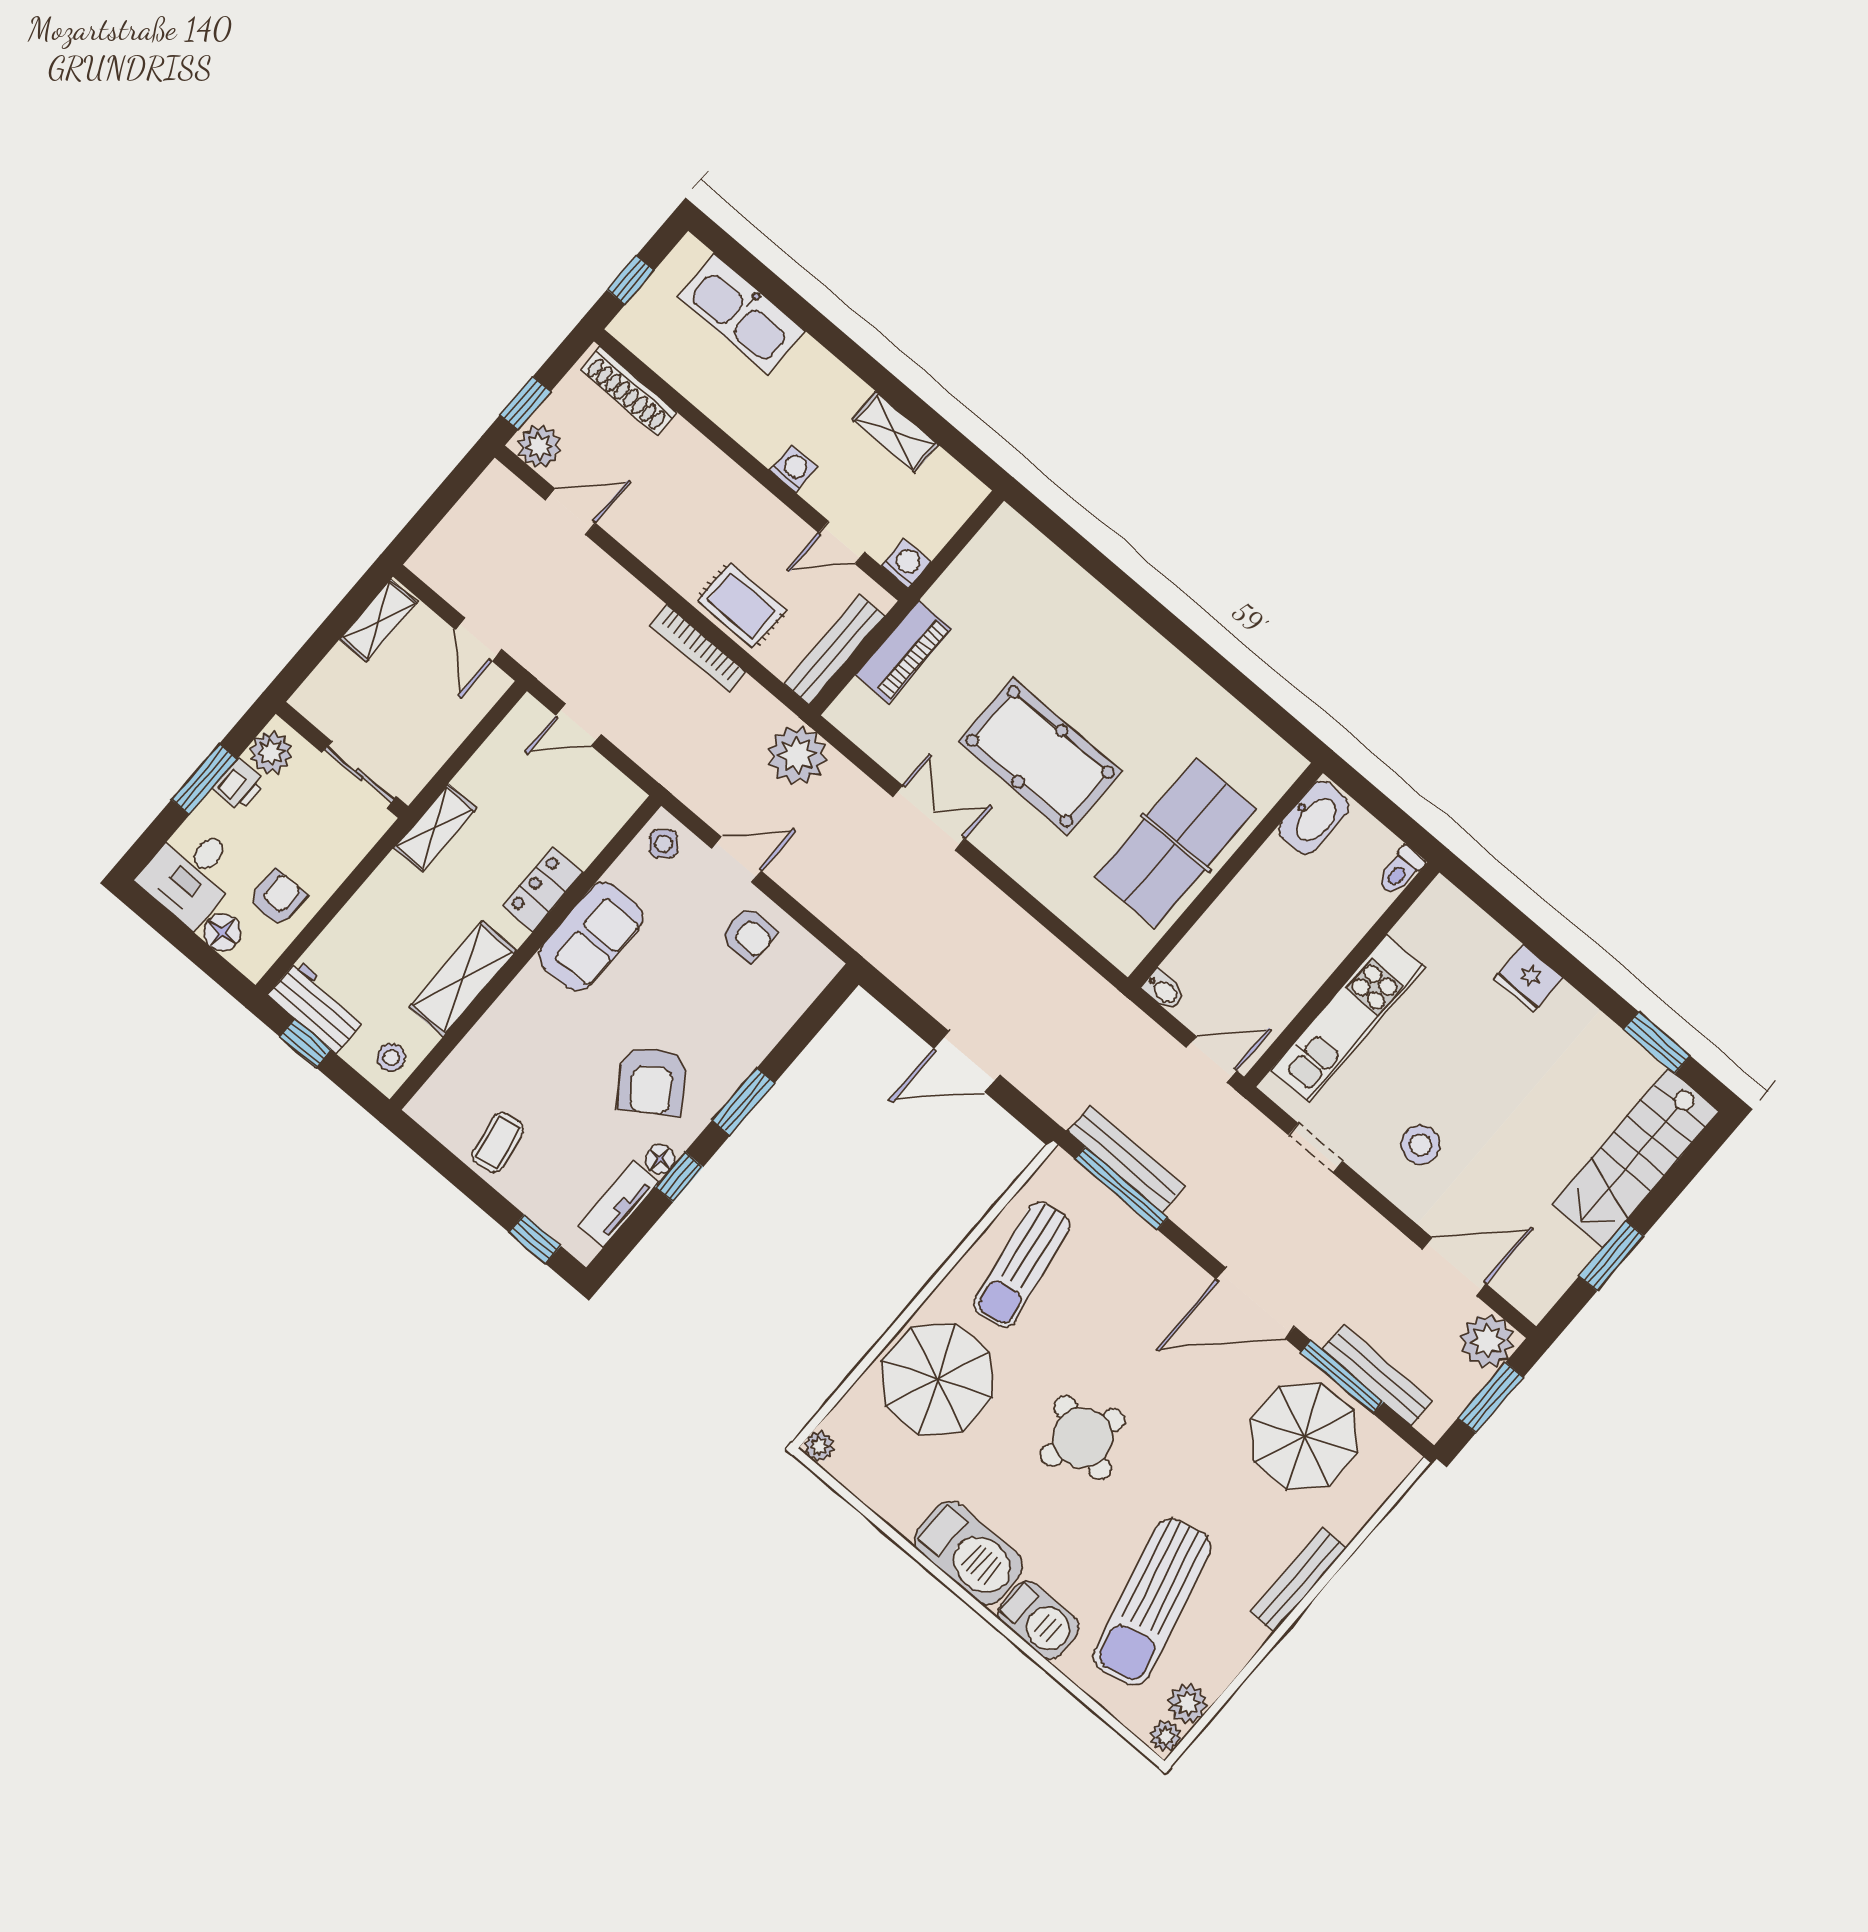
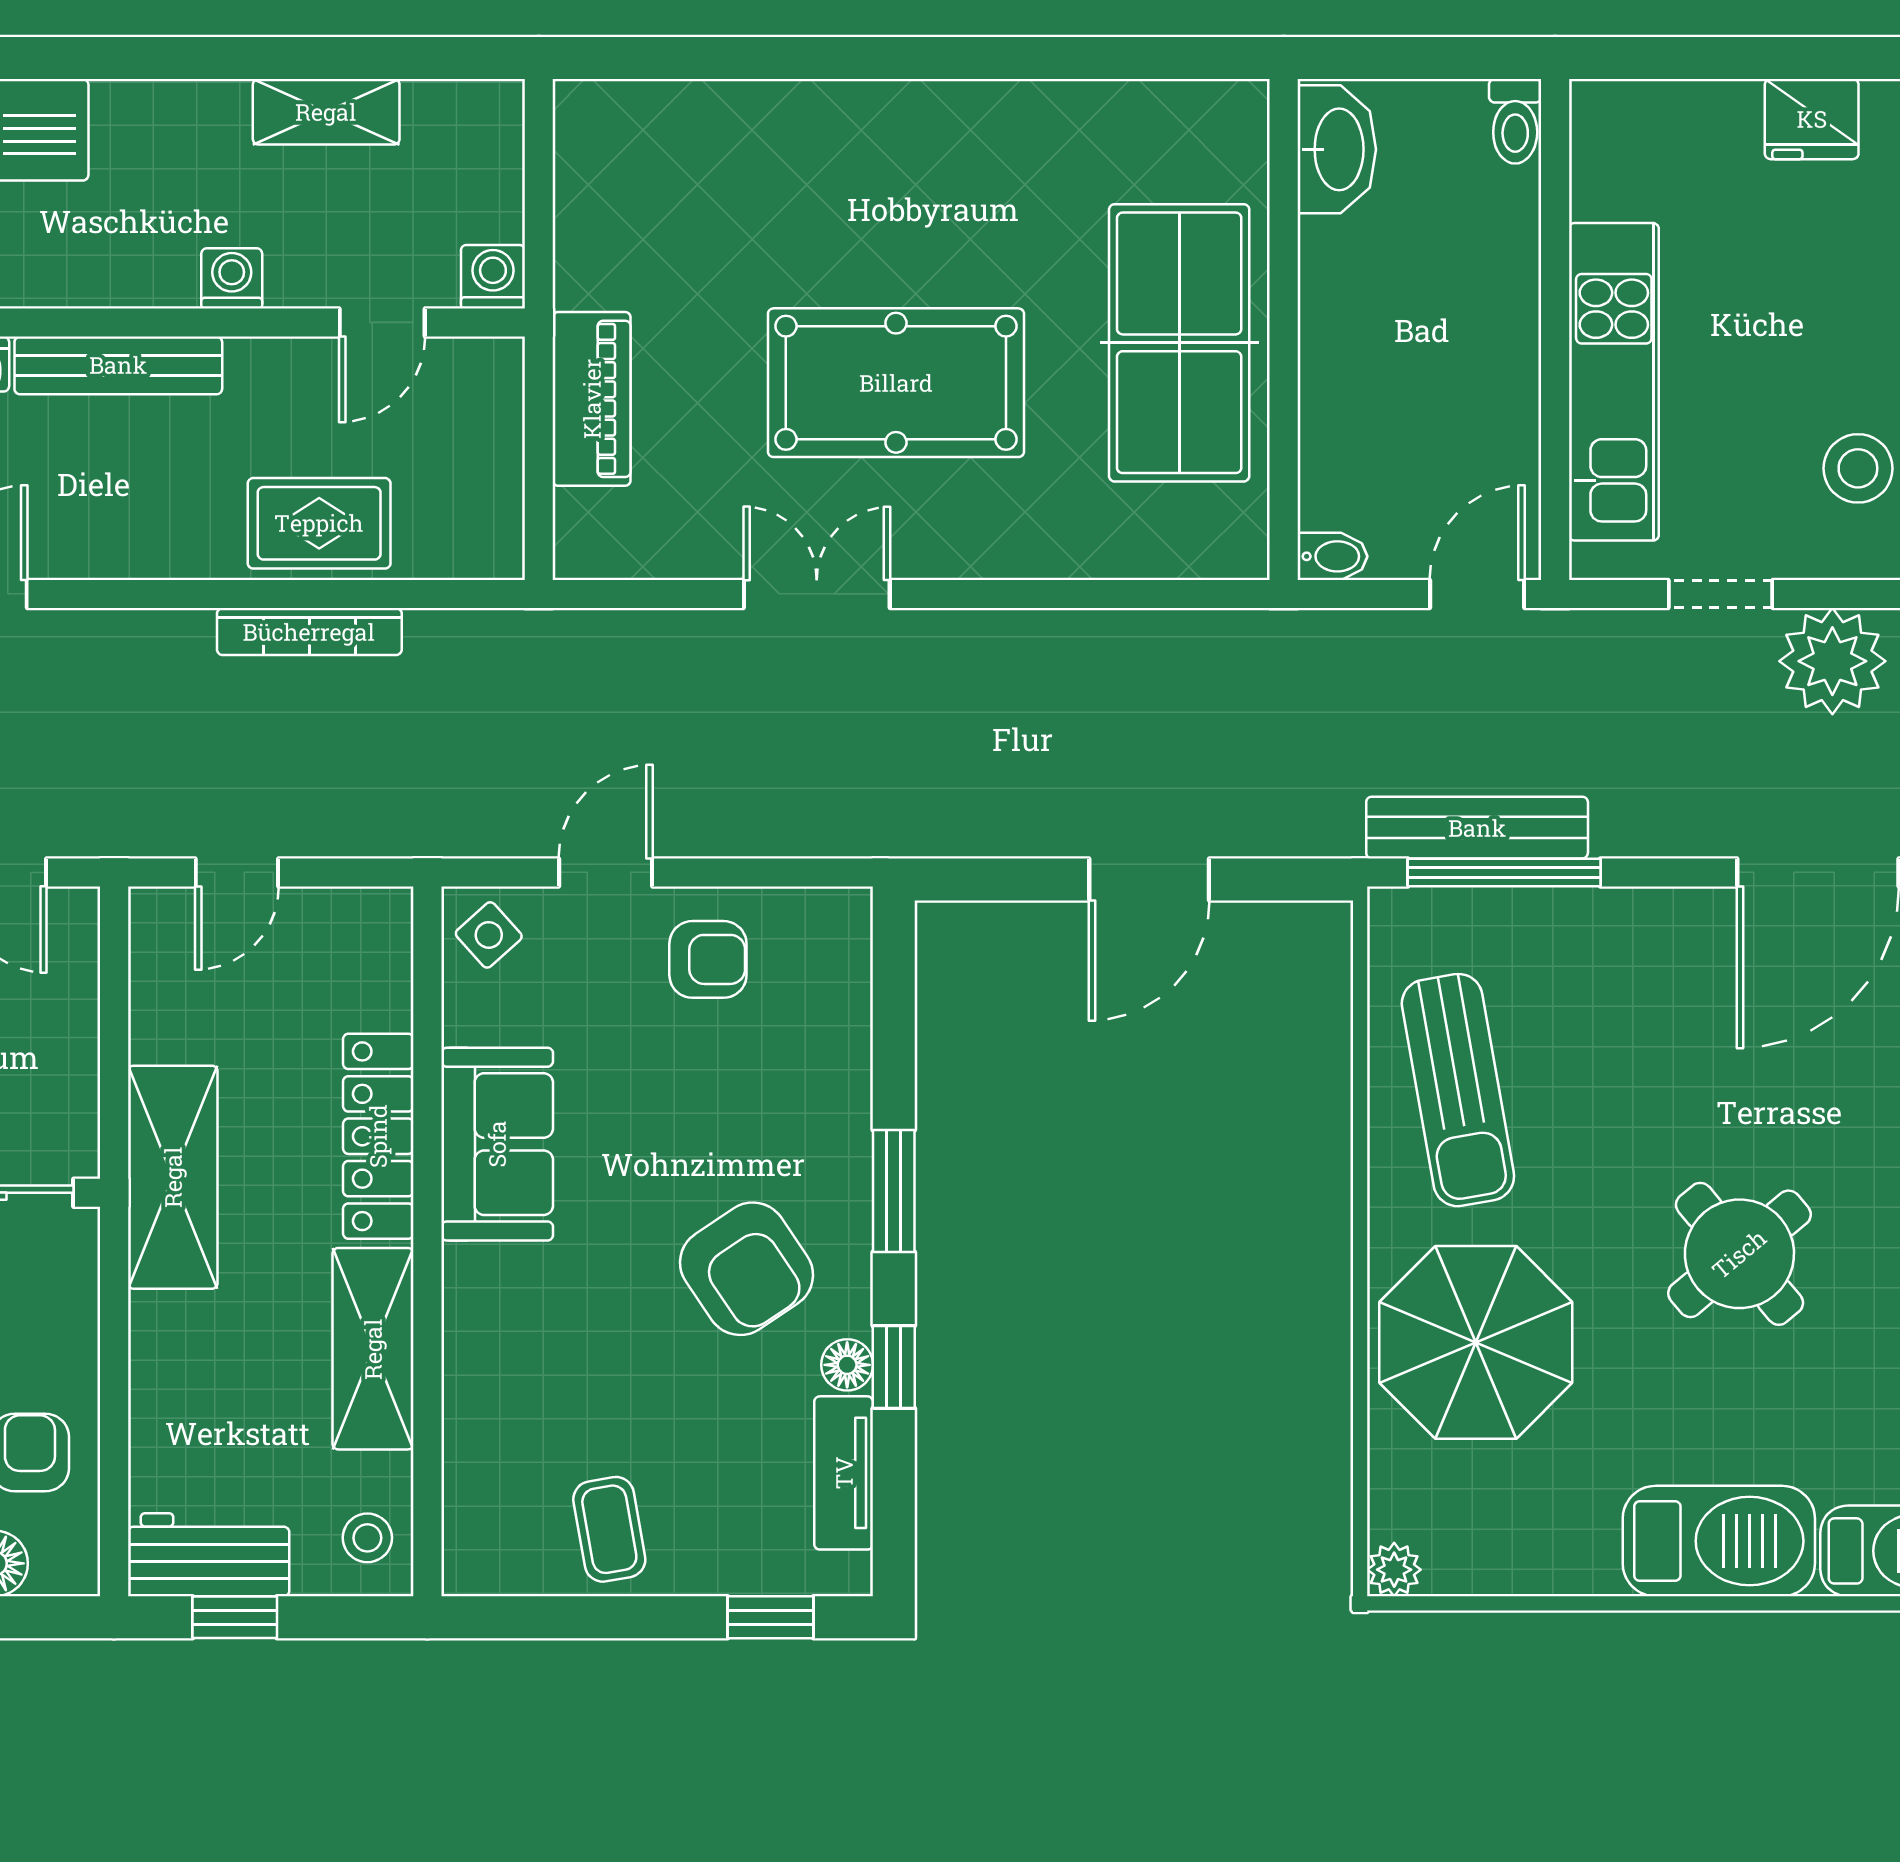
bench: (834, 650) -> (118, 365), moved, turned 90
plant: (797, 755) -> (1832, 661), moved
shelving: (435, 828) -> (173, 1177), width x1.50, depth x1.33
locker: (543, 890) -> (378, 1136), width x1.53
round table: (1083, 1438) -> (1739, 1254), turned 30

